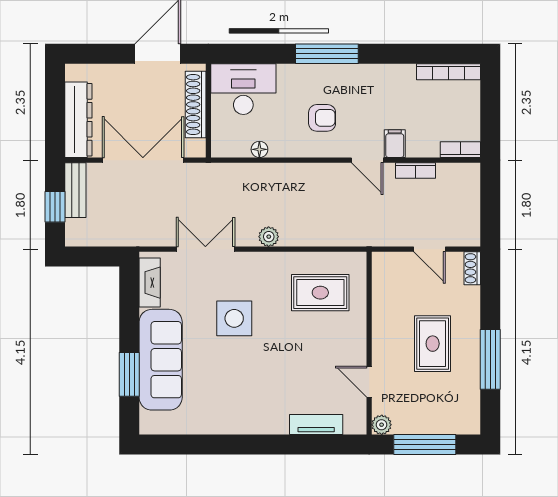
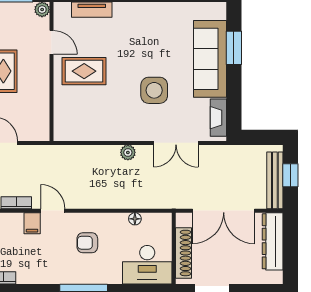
bench: (75, 190) -> (275, 180), width x1.36
rug: (320, 293) -> (84, 71), moved

